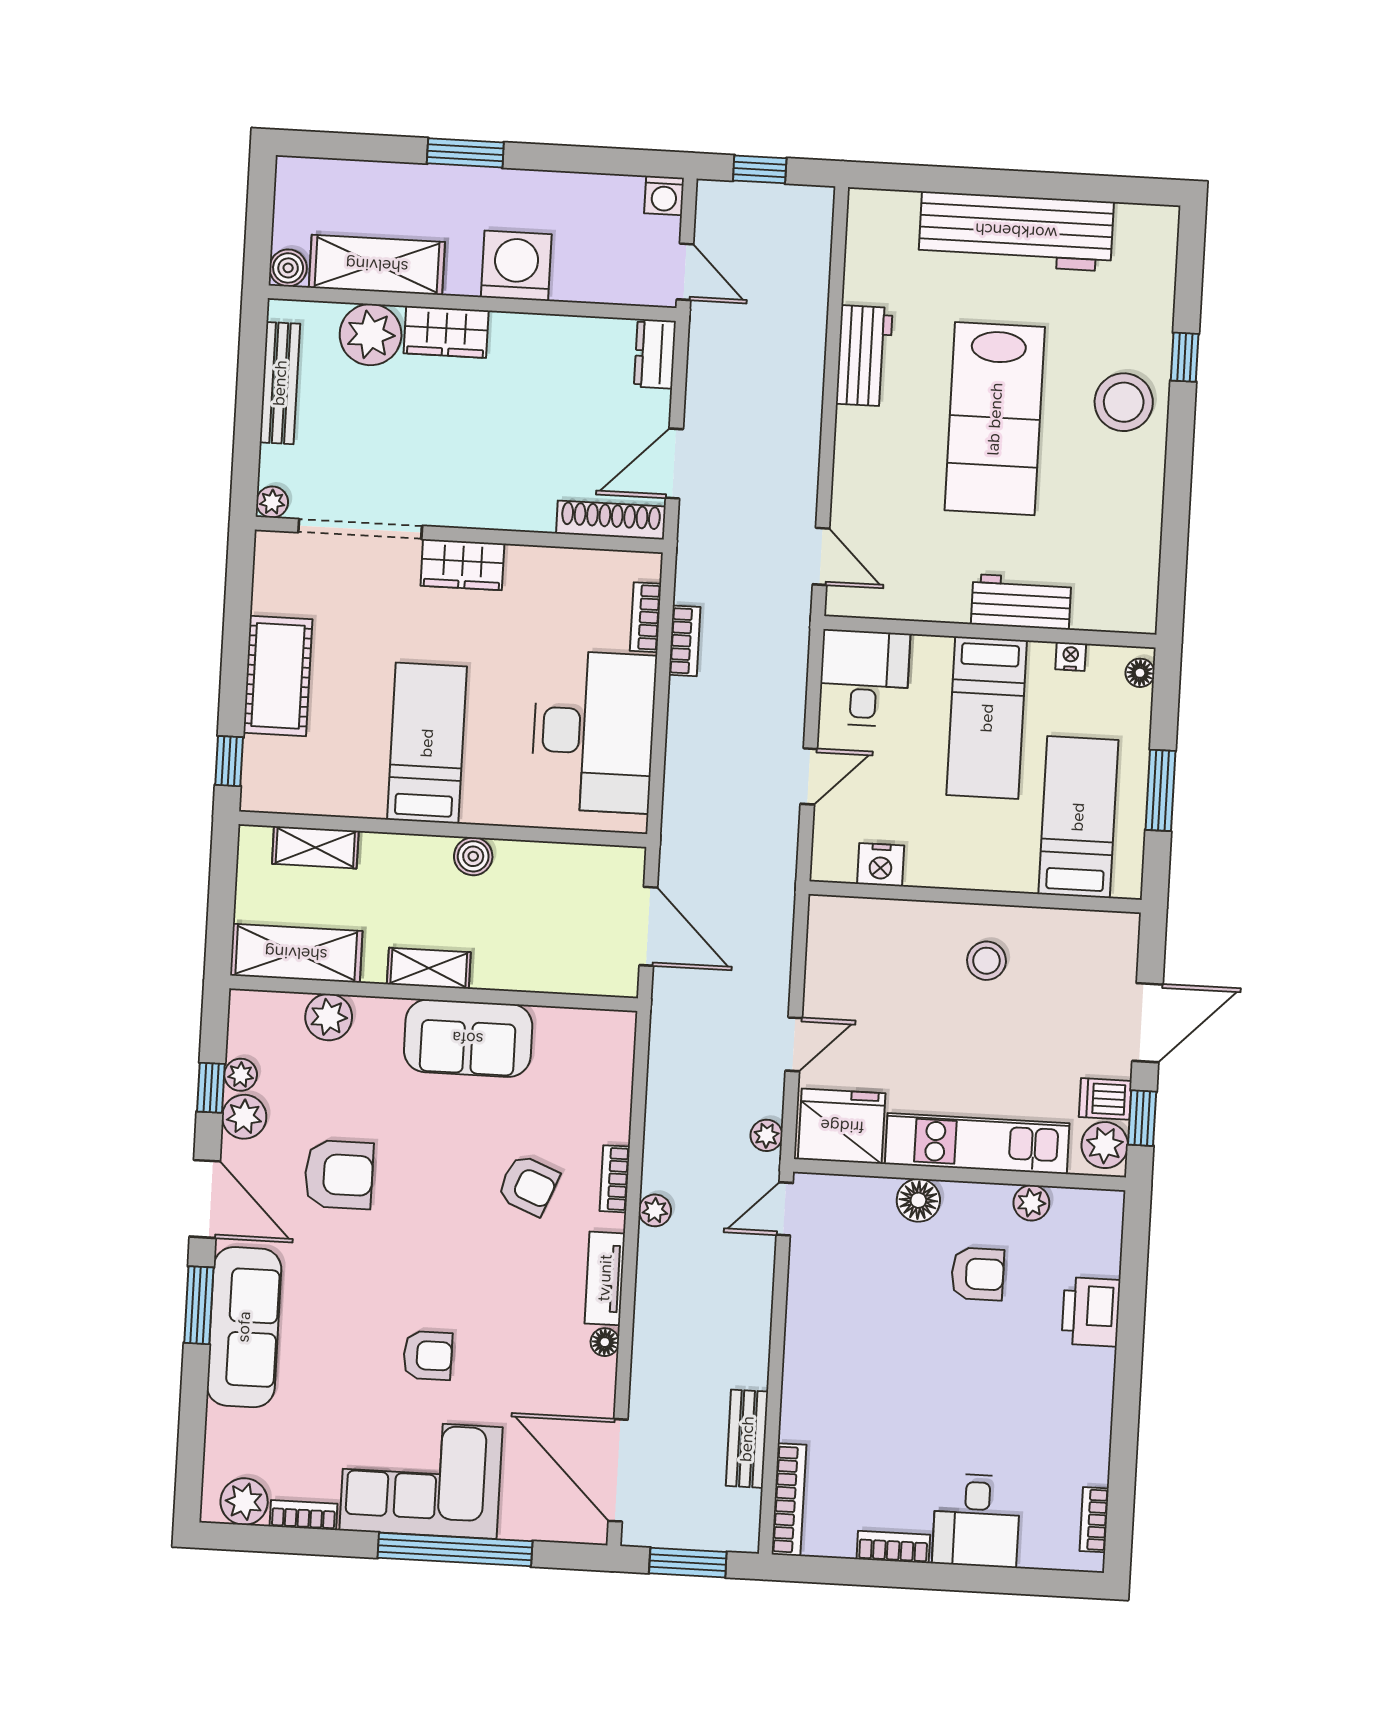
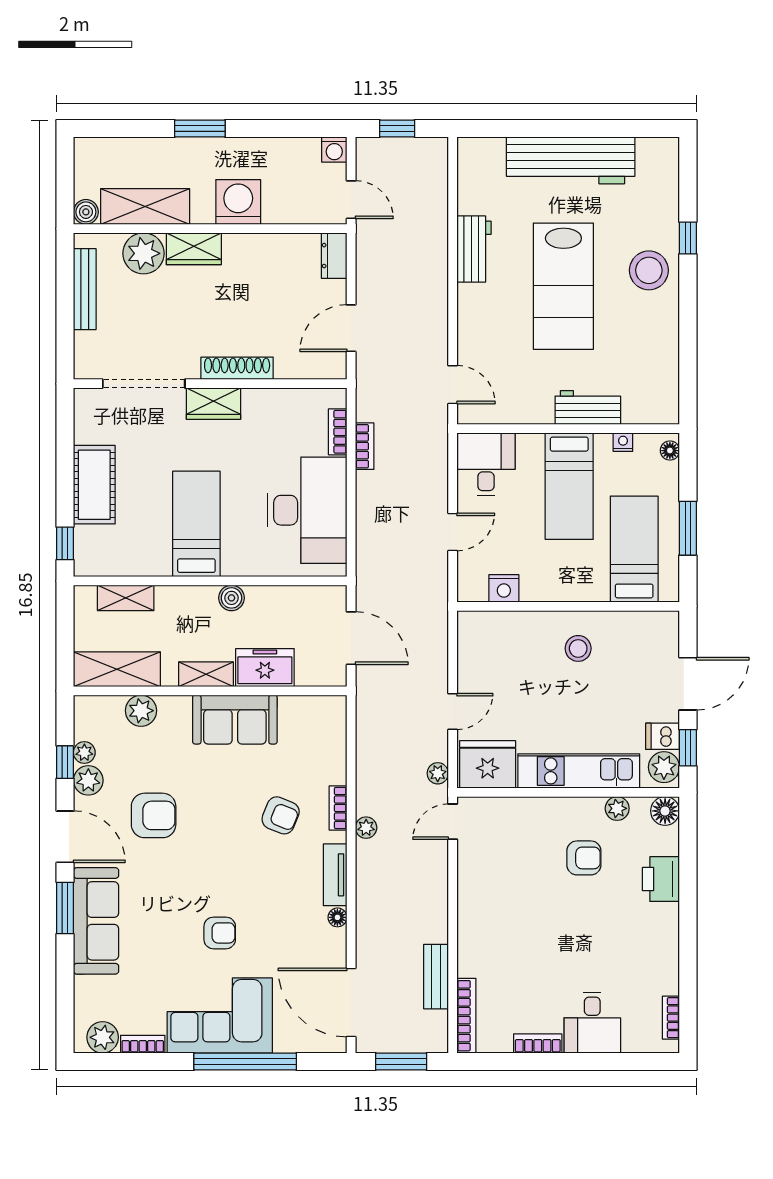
plant: (272, 502) -> (84, 369), removed
shoe rack: (611, 520) -> (237, 368), moved
freezer: (517, 963) -> (265, 668), added
floor lamp: (918, 1200) -> (665, 811), moved

